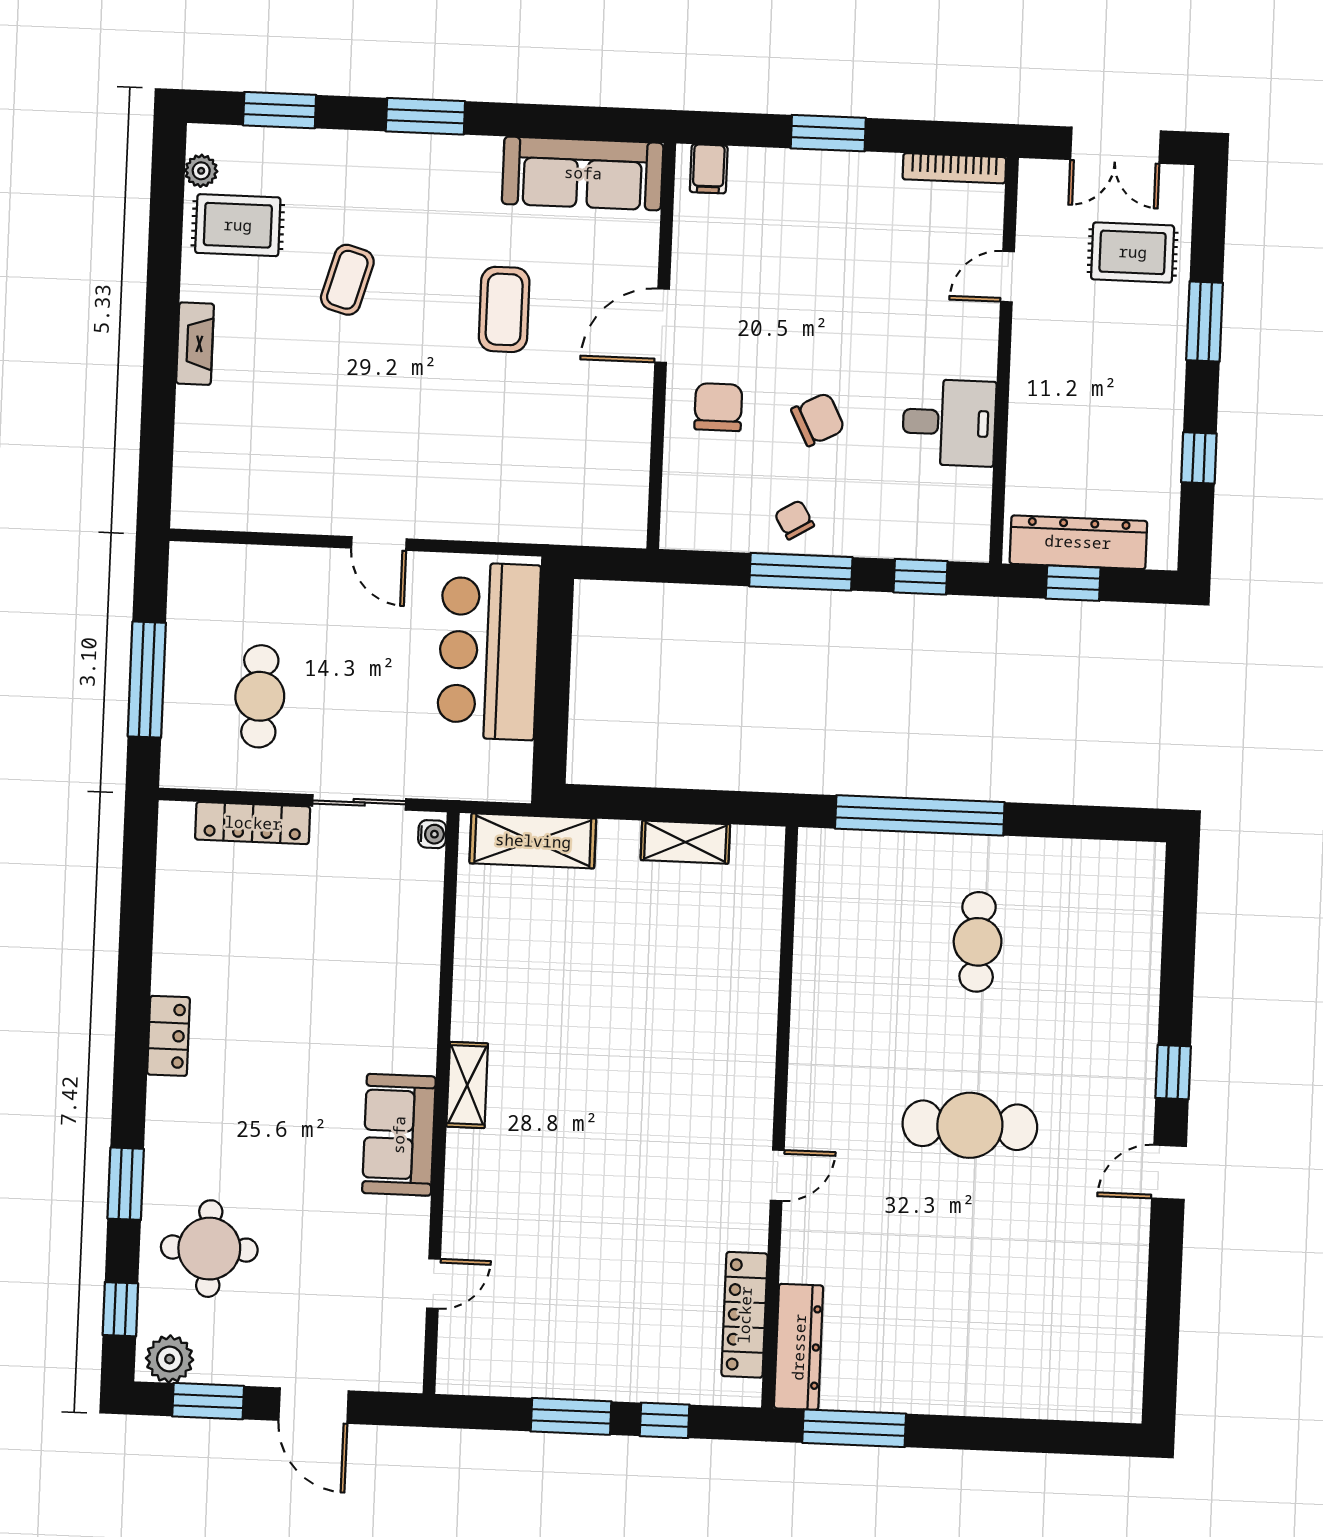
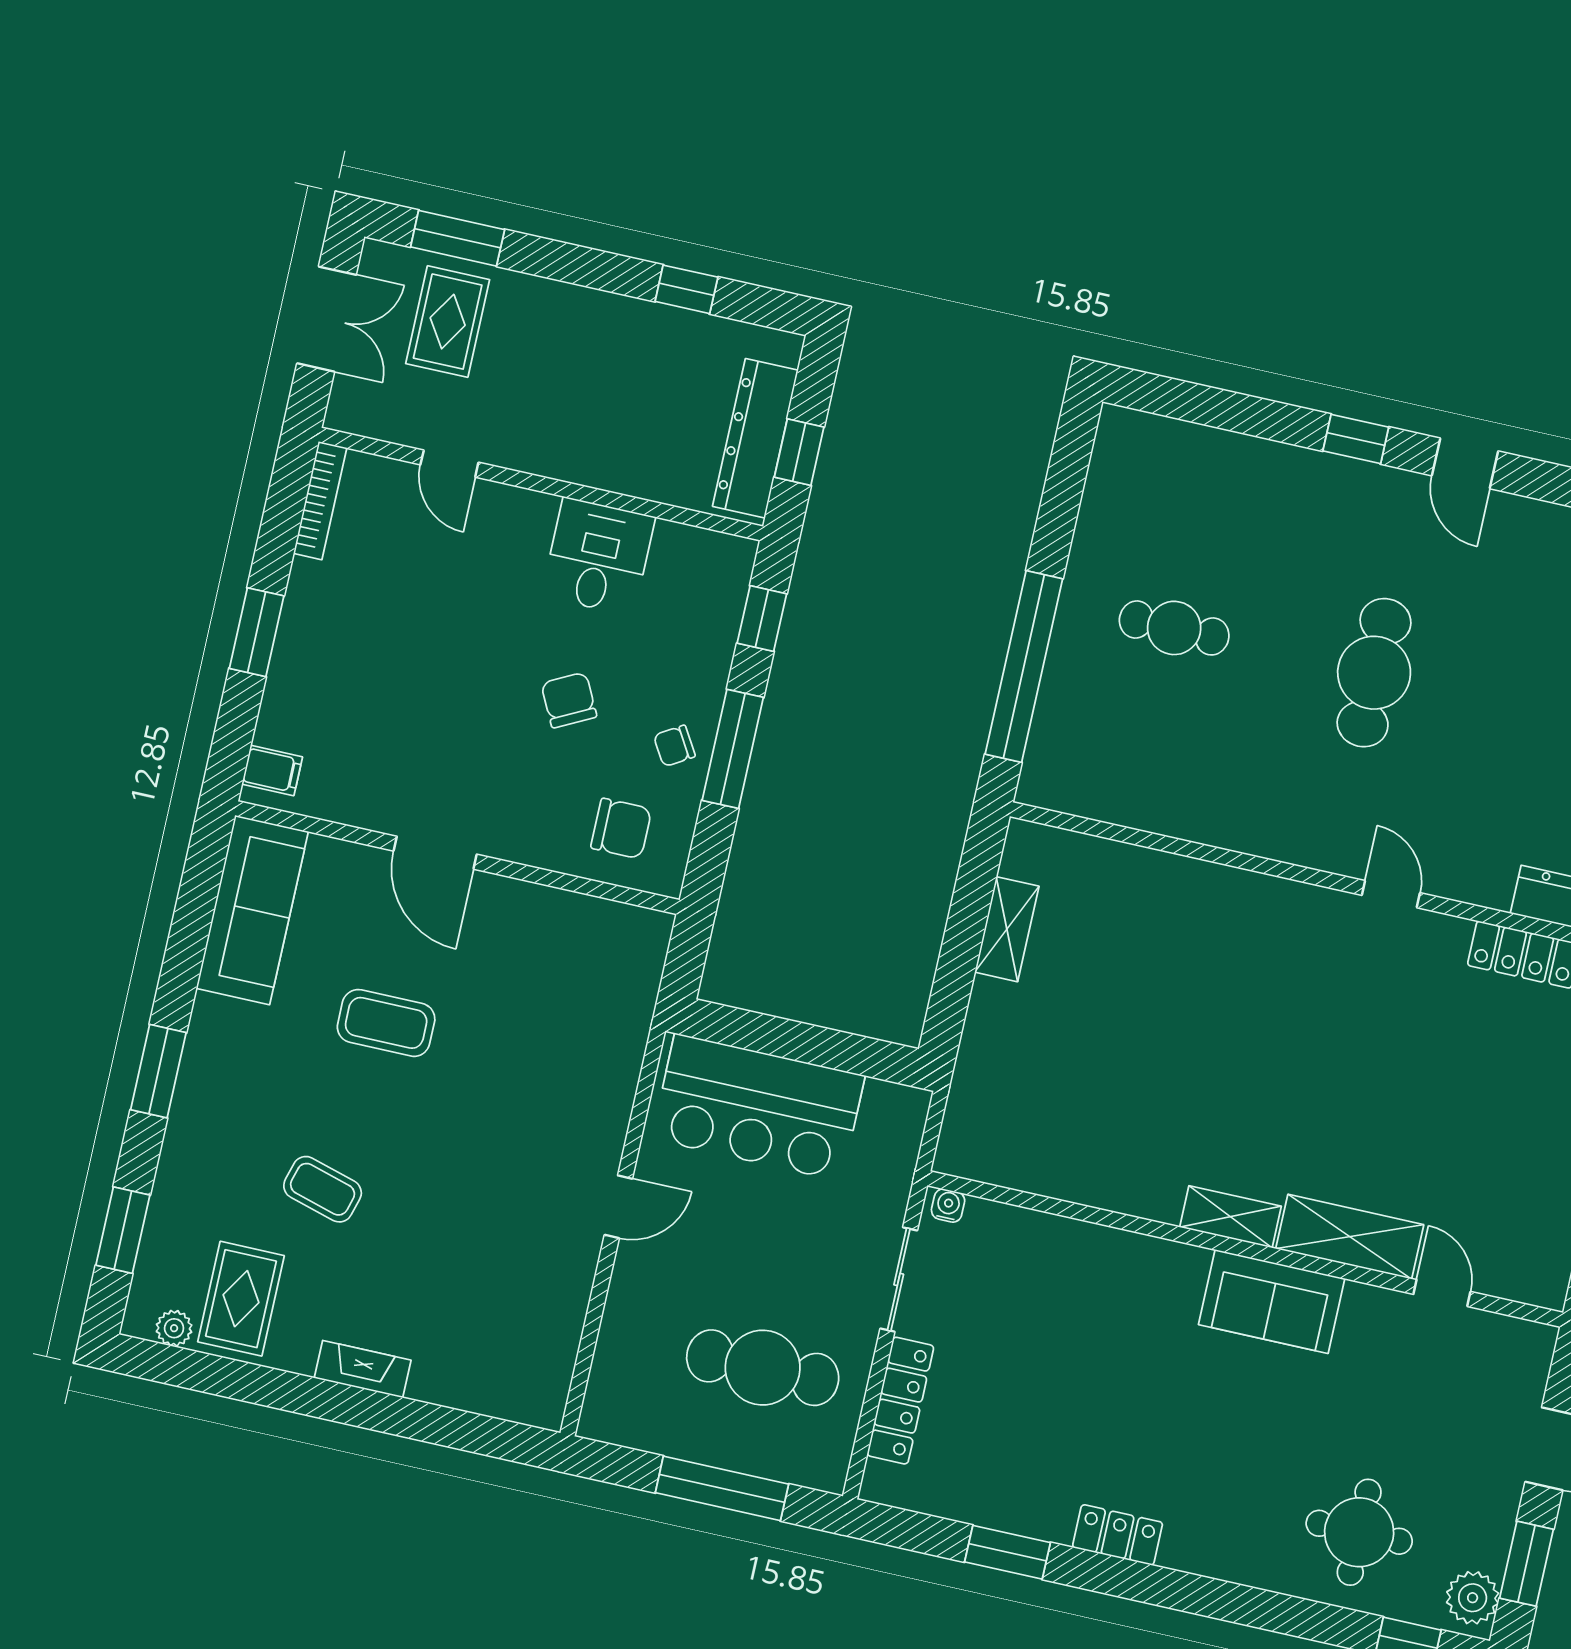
window: (1205, 321) -> (458, 238), moved
chair: (718, 407) -> (621, 829), moved, turned 180
cafe table: (260, 696) -> (763, 1368), width x1.37, depth x1.35
shelving: (533, 841) -> (1350, 1237), moved, turned 90
window: (126, 1184) -> (1007, 1552), moved

